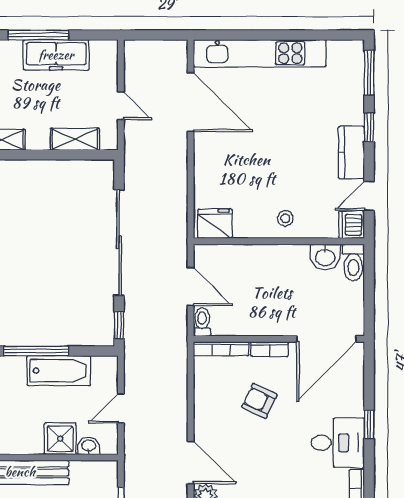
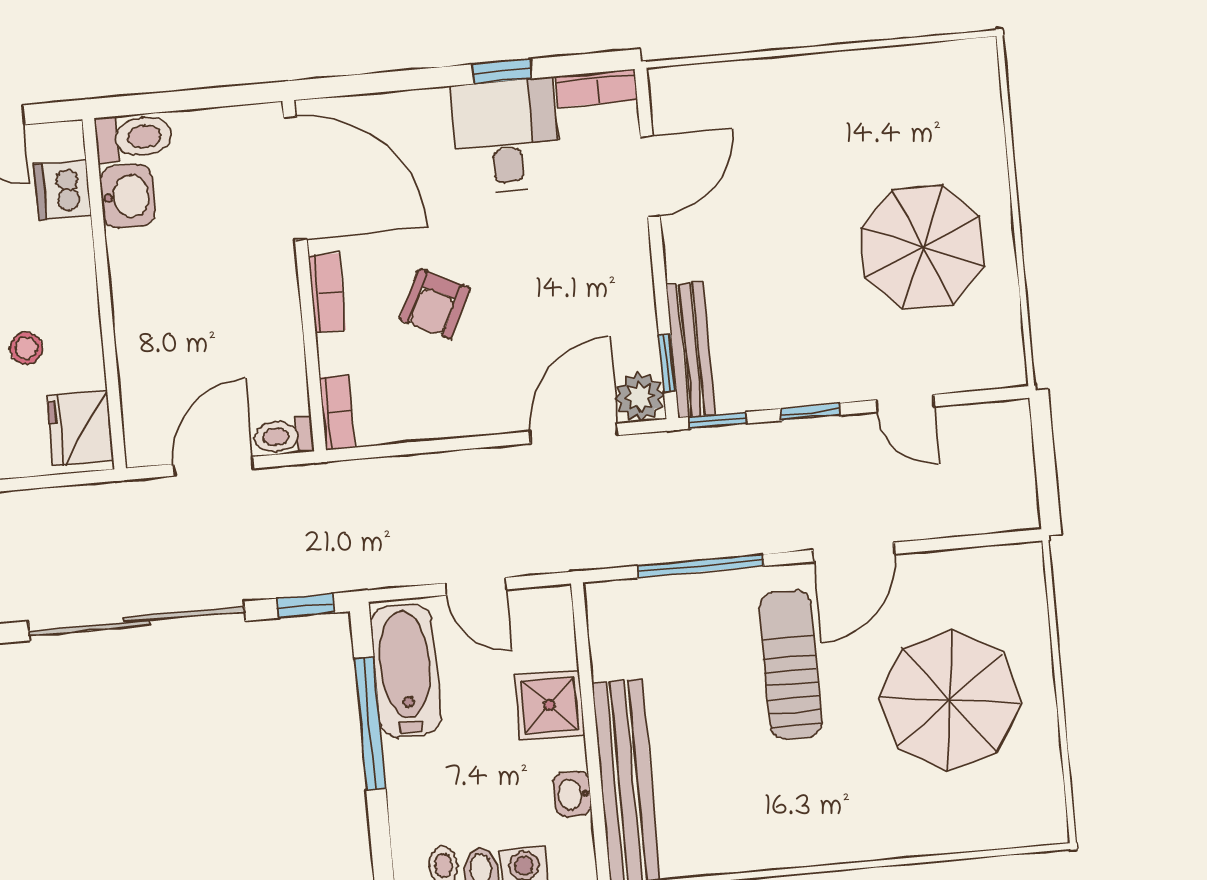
stool: (285, 218) -> (26, 348), moved
dishwasher: (352, 225) -> (62, 190), moved, turned 90
bookcase: (221, 349) -> (337, 413), width x0.64
window: (36, 351) -> (370, 724), moved
bathtub: (59, 371) -> (406, 671), moved
window: (369, 425) -> (502, 71), moved
washbasin: (89, 446) -> (572, 794), moved

